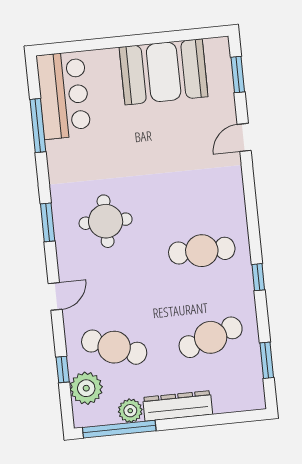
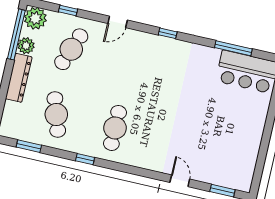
booth: (164, 72) -> (241, 143), removed
round table: (106, 221) -> (156, 71), removed
window: (48, 222) -> (168, 33), width x0.67
door: (55, 296) -> (118, 22), hinge flipped
plant: (86, 388) -> (35, 18), moved

